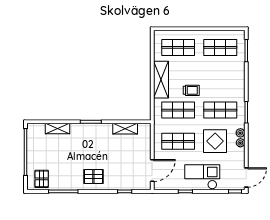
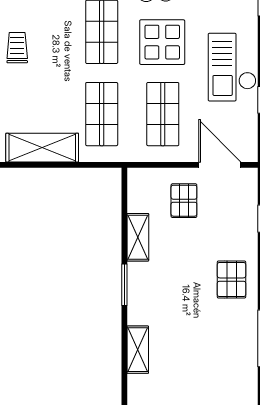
trolley: (191, 90) -> (17, 48), moved
shelving: (125, 129) -> (138, 237), moved
pallet: (42, 179) -> (184, 201), moved, turned 90

